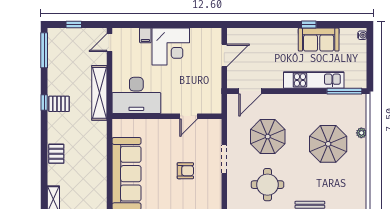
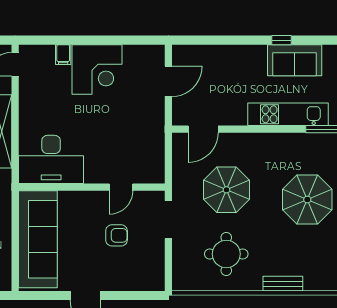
desk: (136, 95) -> (51, 159), moved
wall: (167, 116) -> (92, 187), moved
door: (189, 116) -> (121, 187), moved

